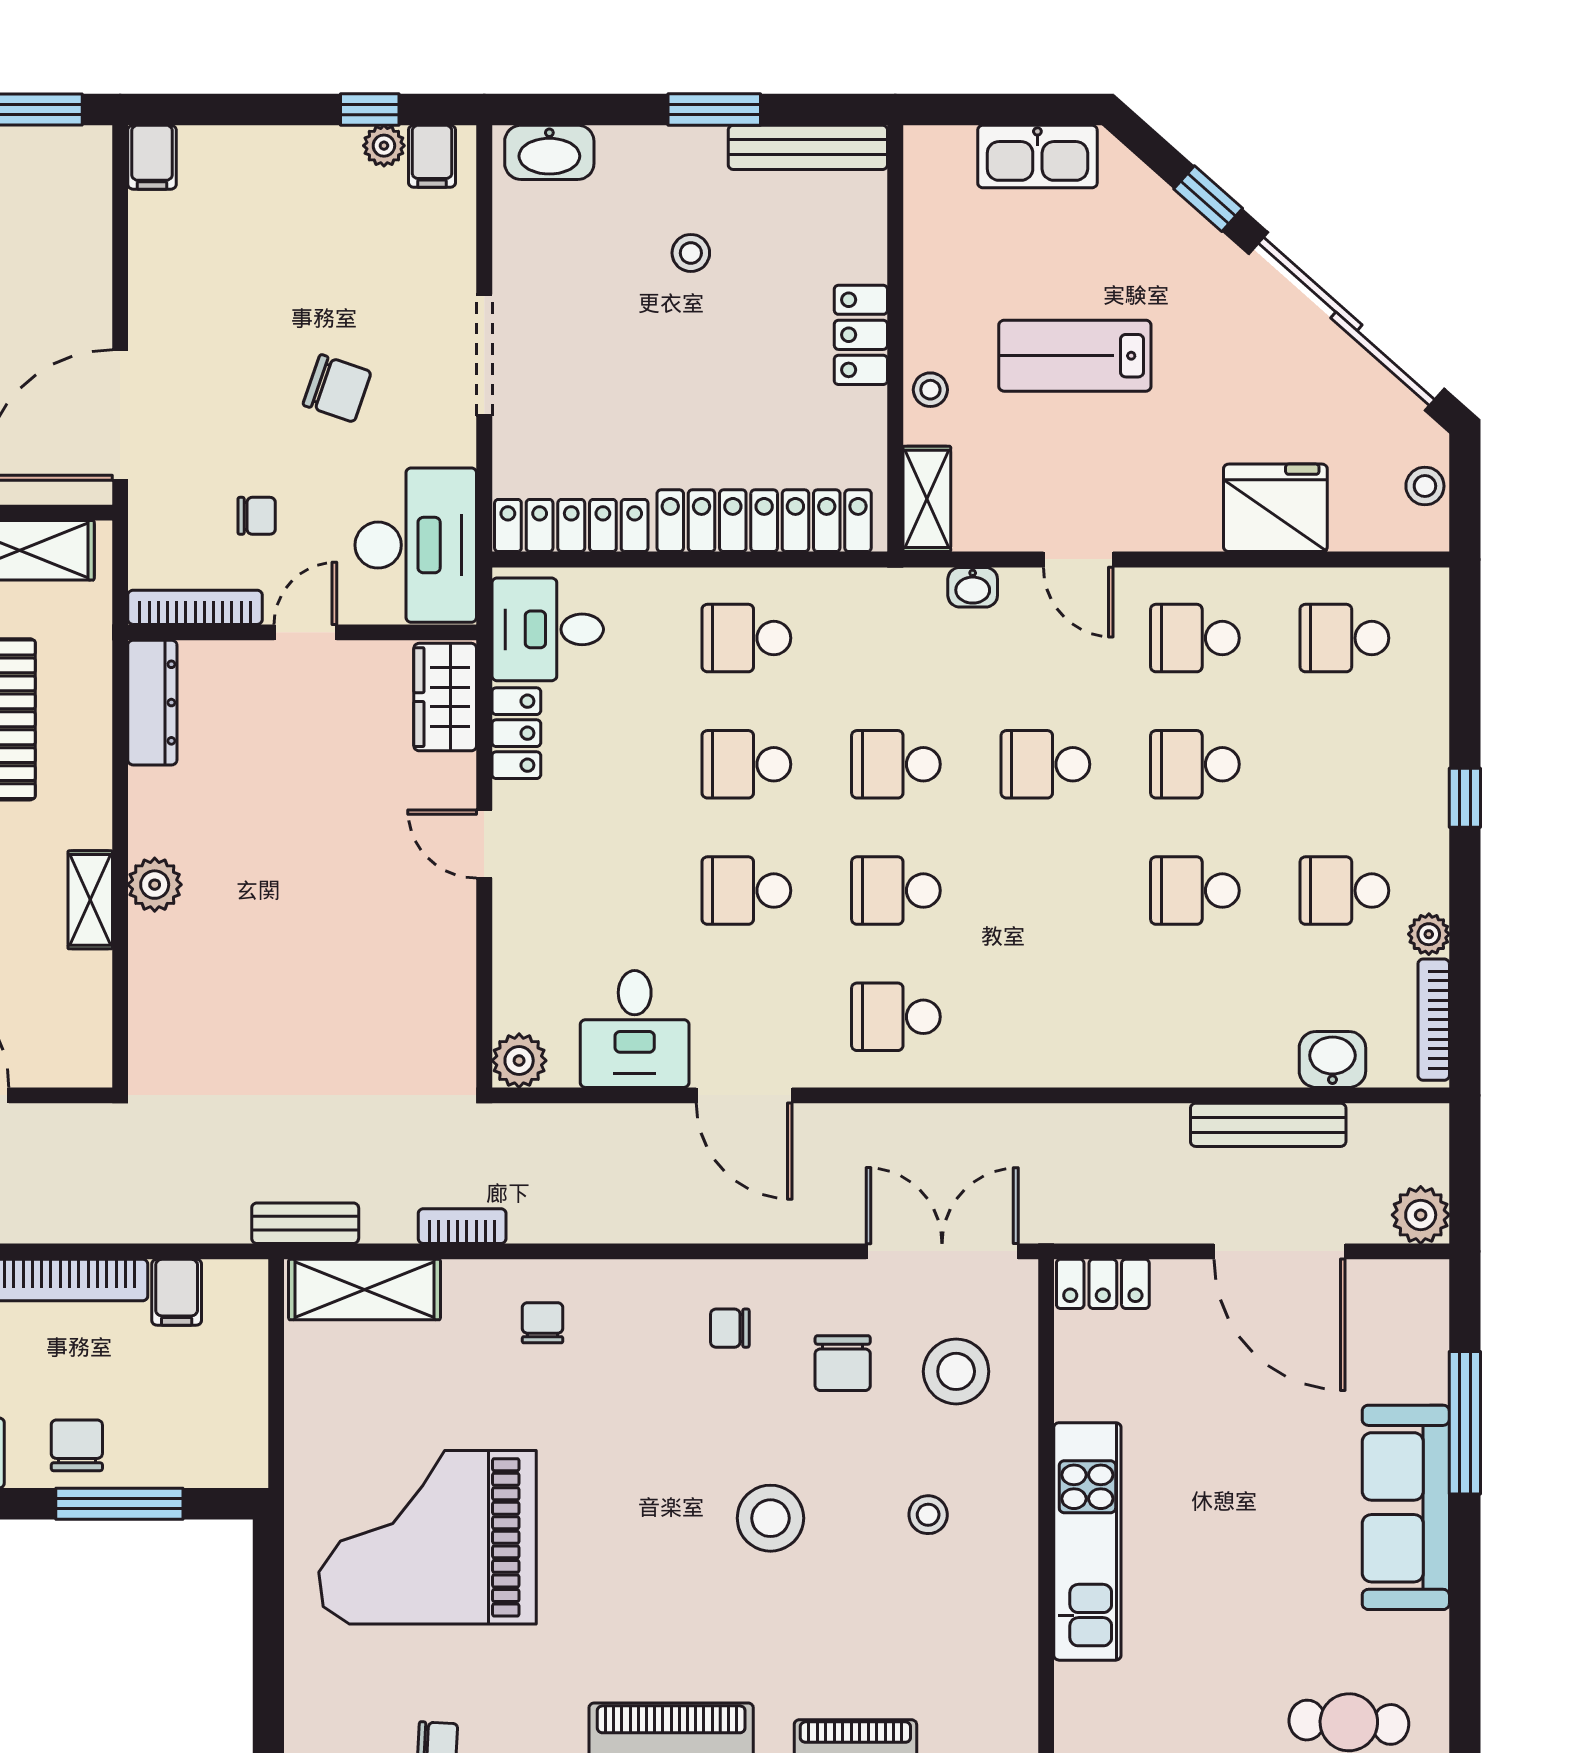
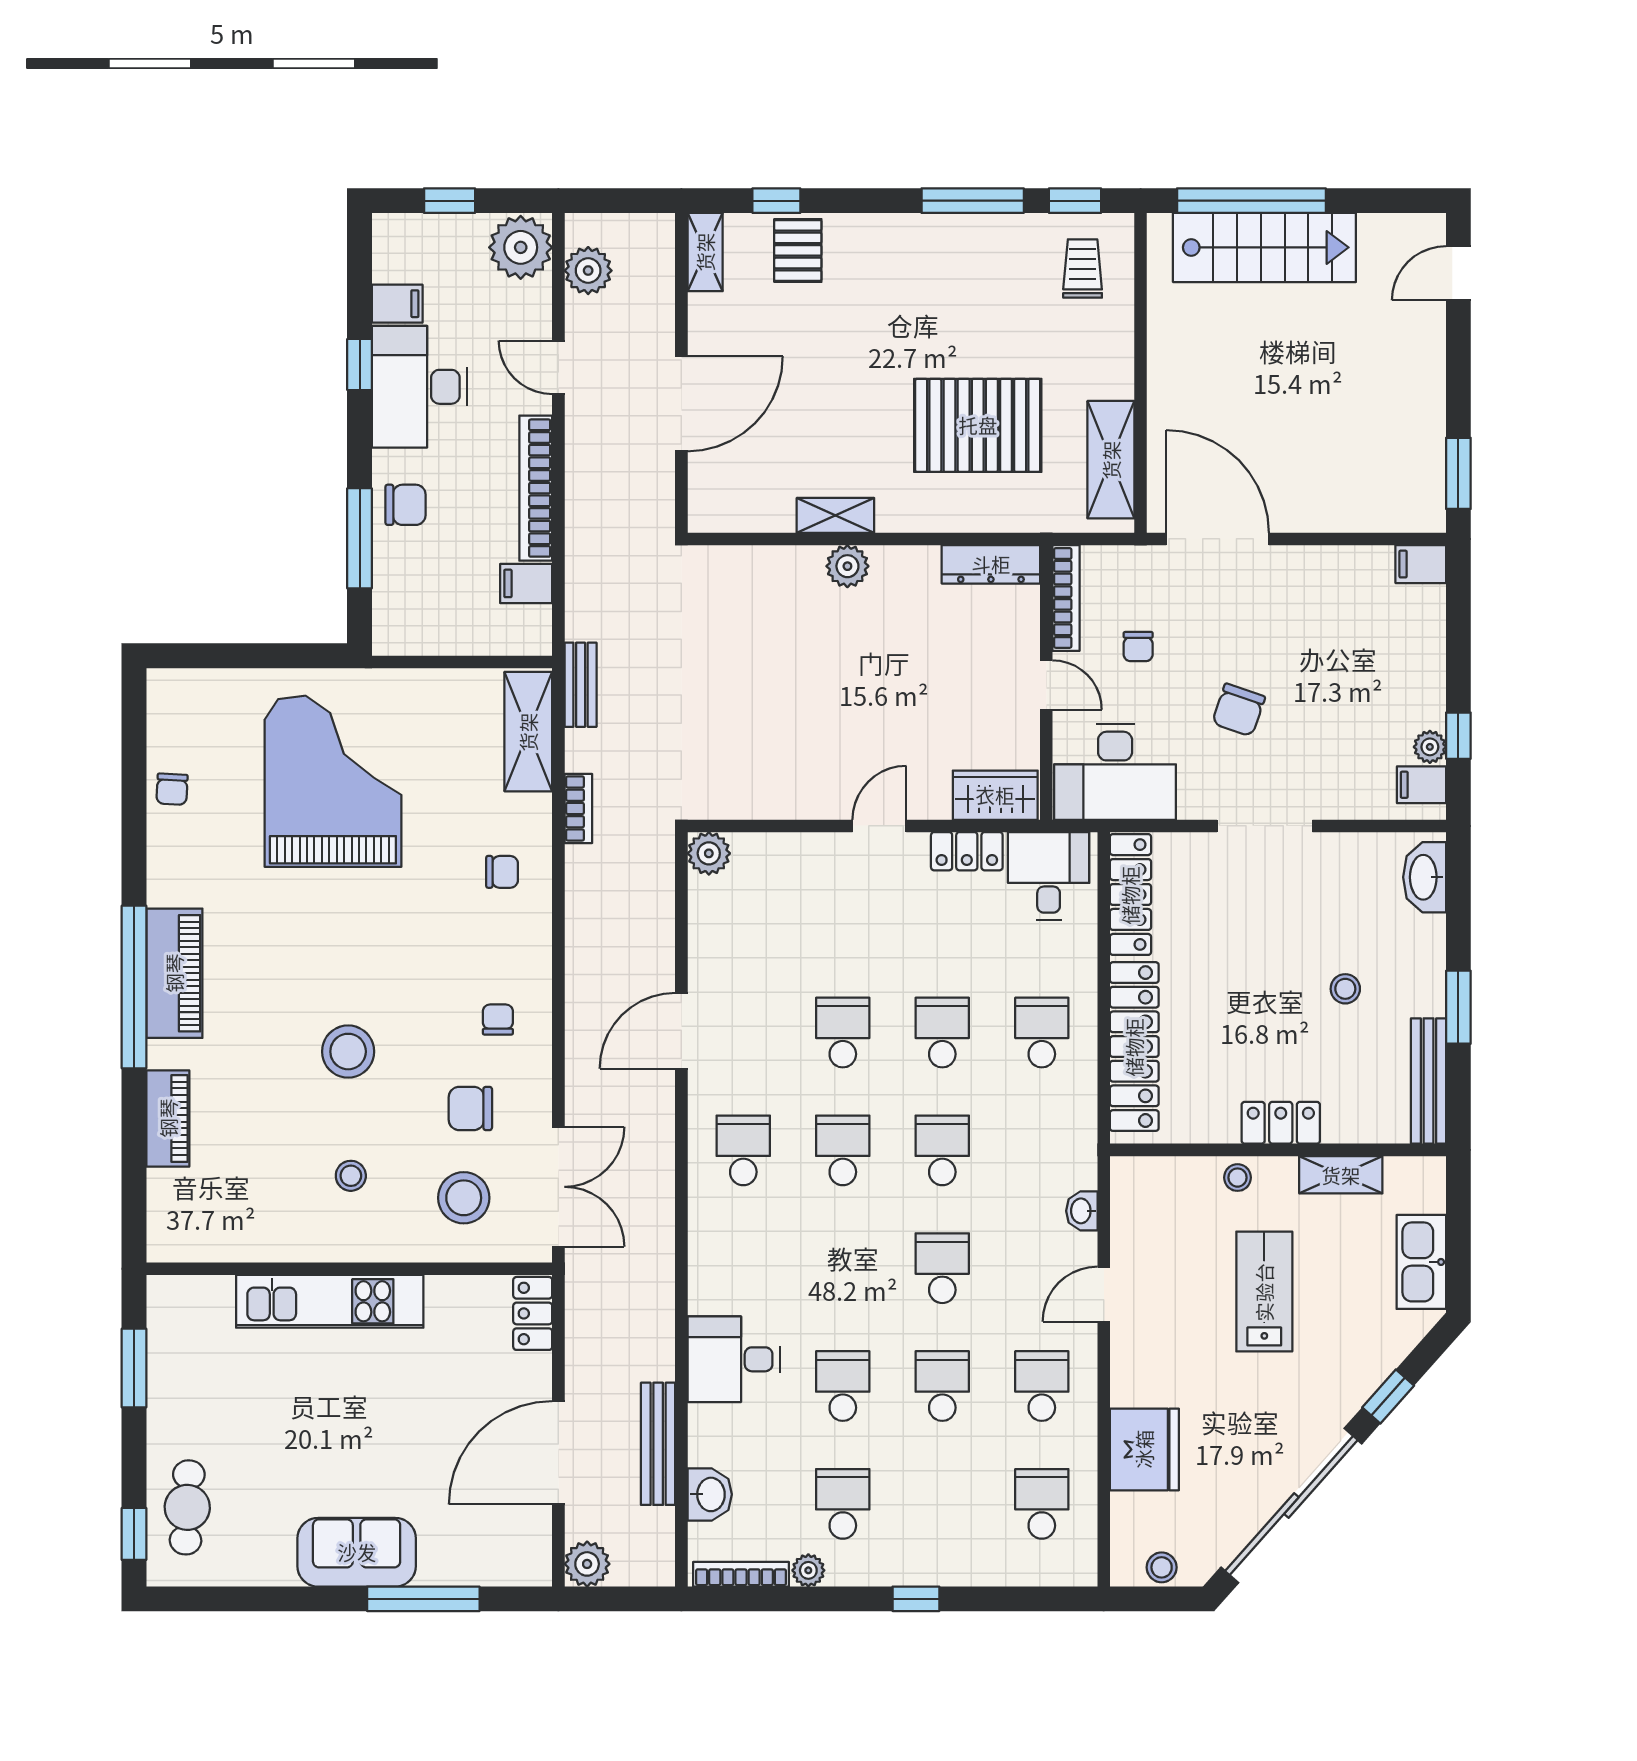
shelving: (927, 499) -> (1341, 1175), moved
desk: (635, 1029) -> (734, 1359), moved
sofa: (1406, 1507) -> (357, 1552), width x0.73

